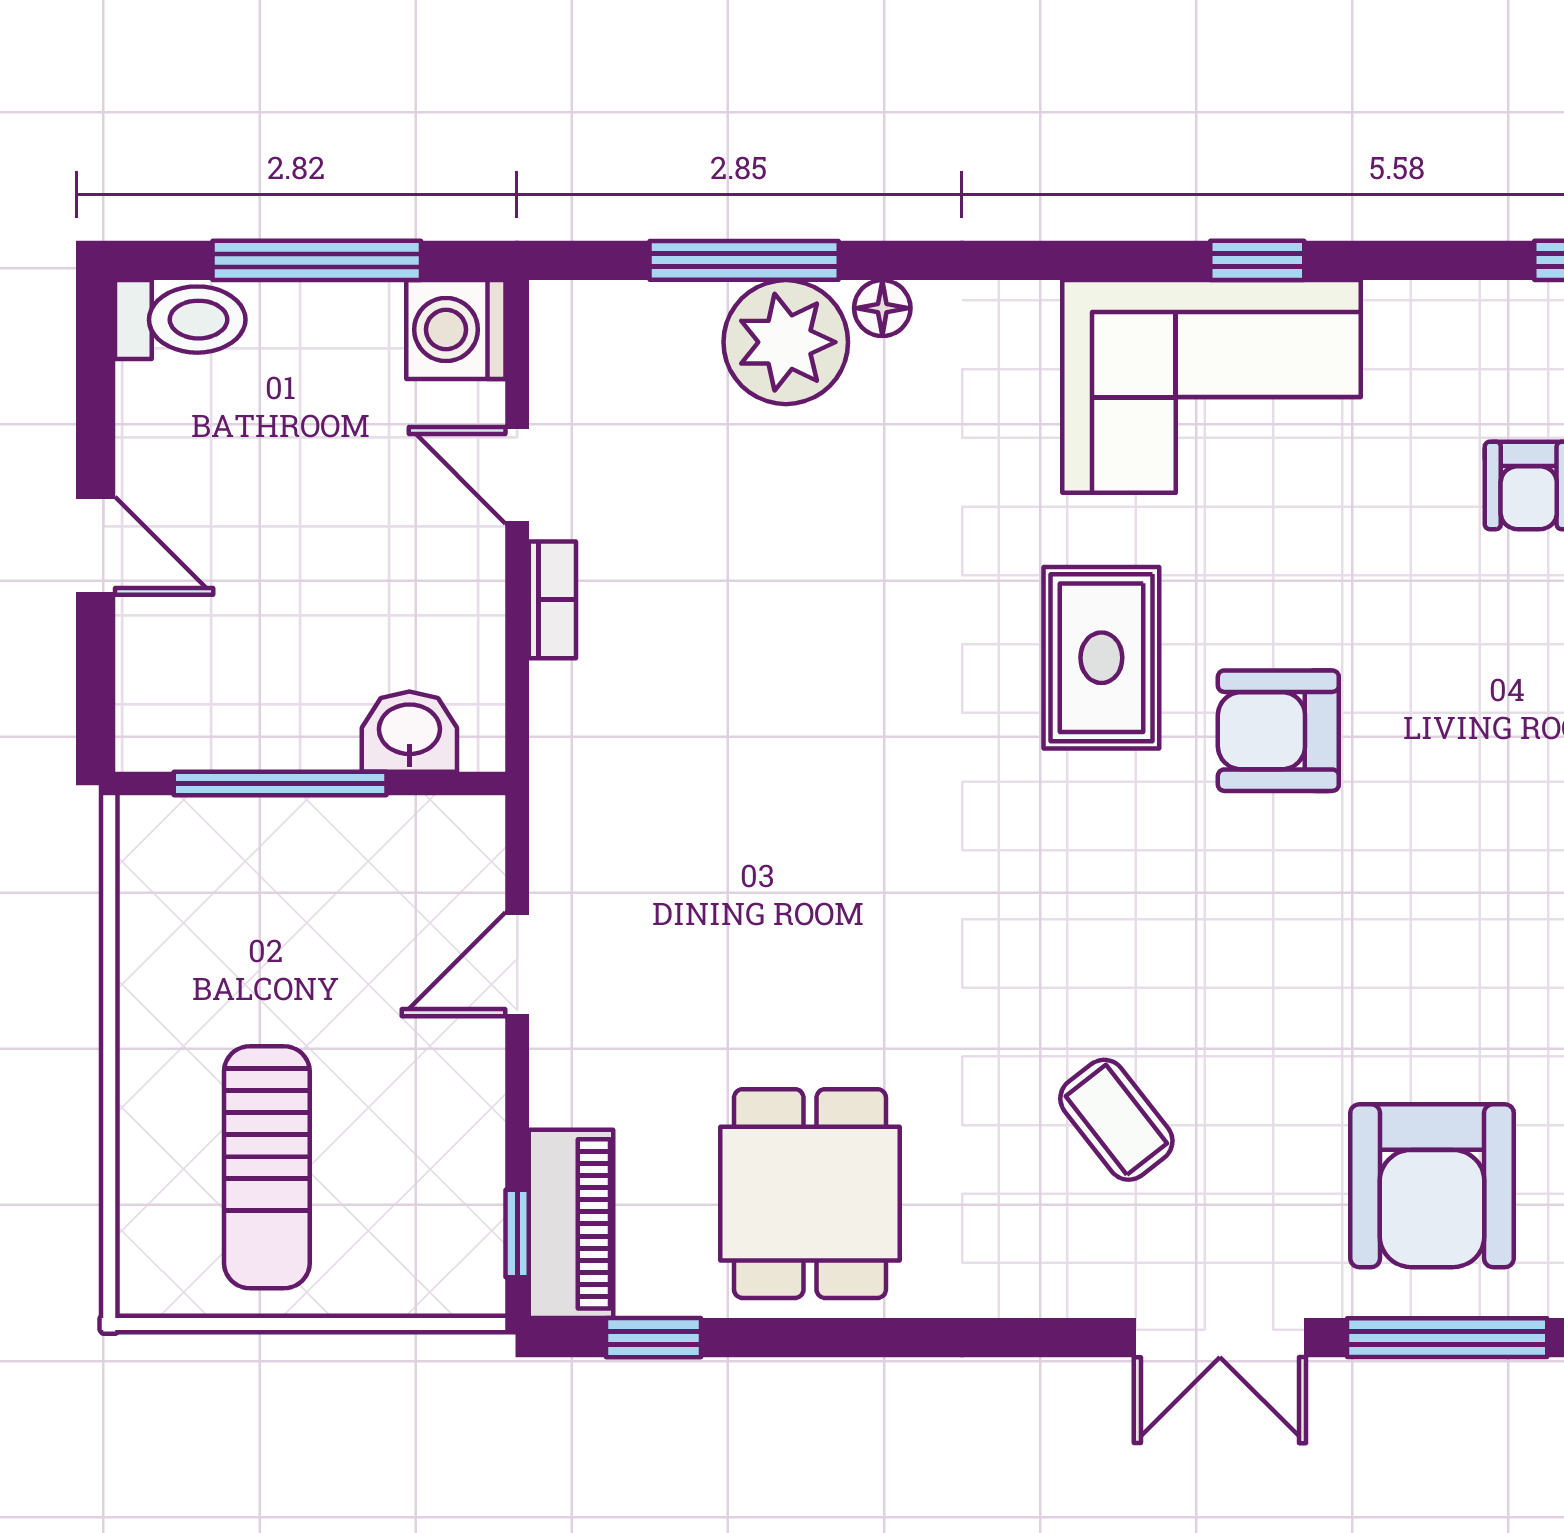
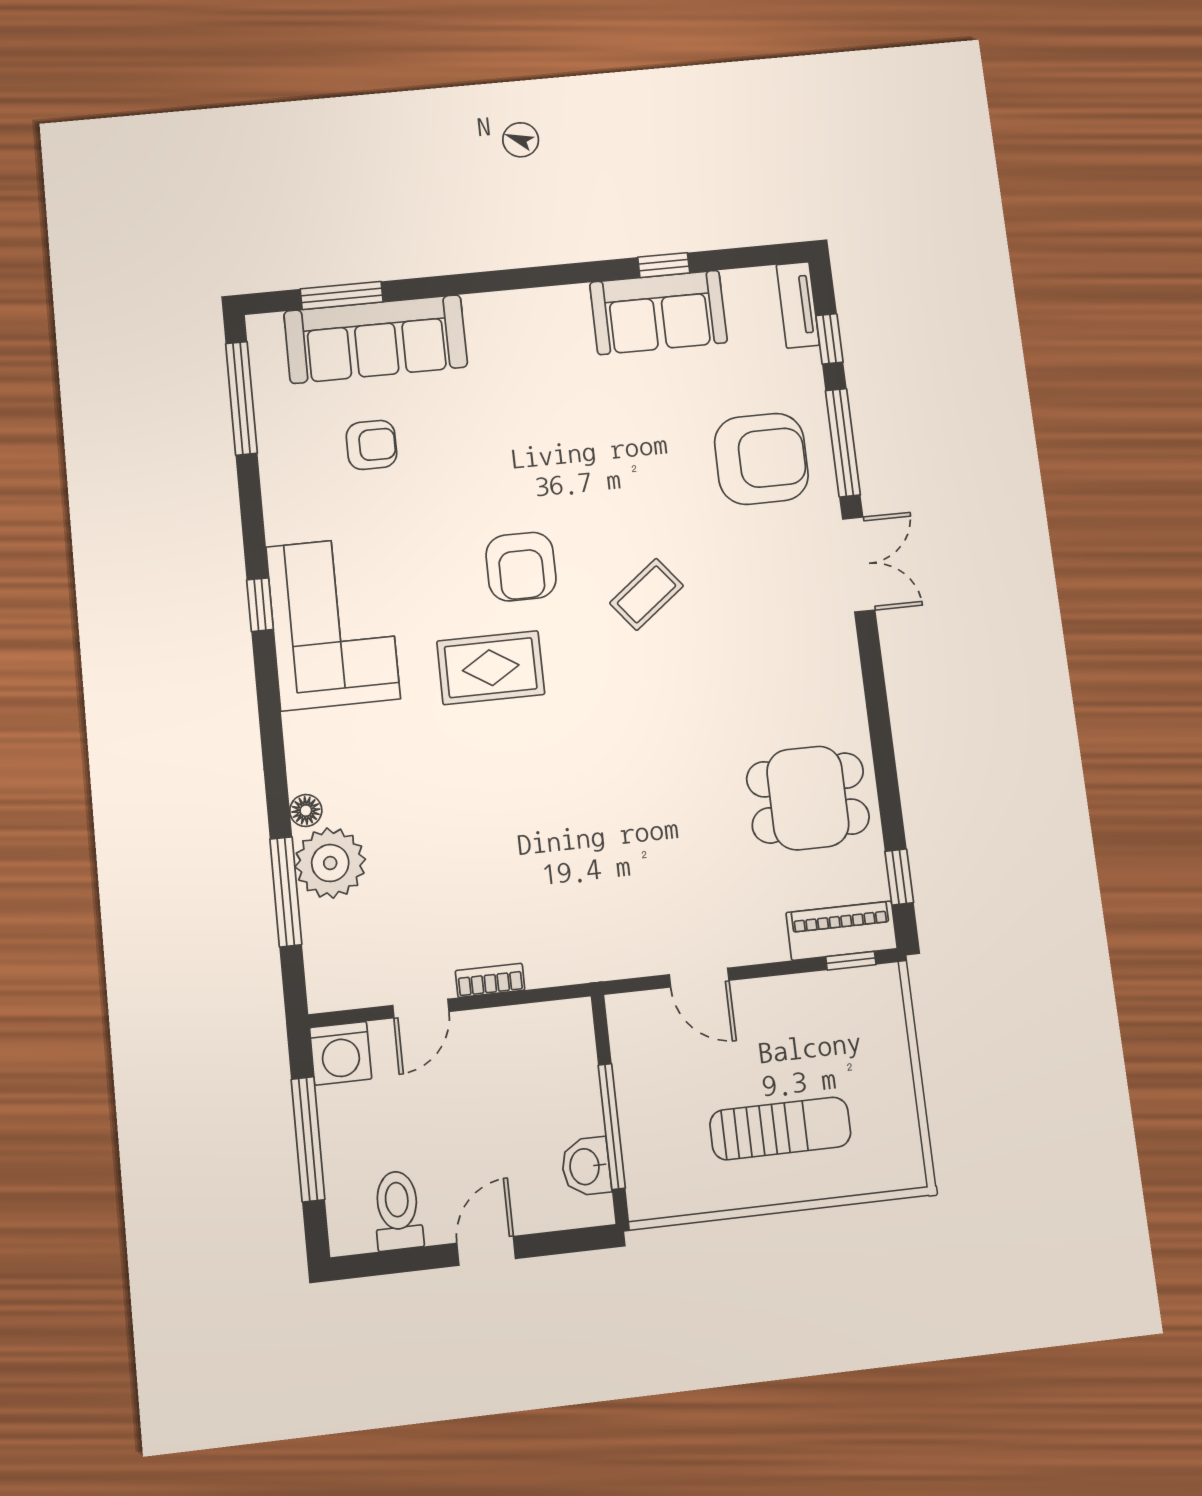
toilet: (180, 320) -> (398, 1210), moved
washbasin: (409, 732) -> (586, 1167), moved
coffee table: (1116, 1120) -> (647, 594), moved
sun lounger: (267, 1167) -> (780, 1128), moved

